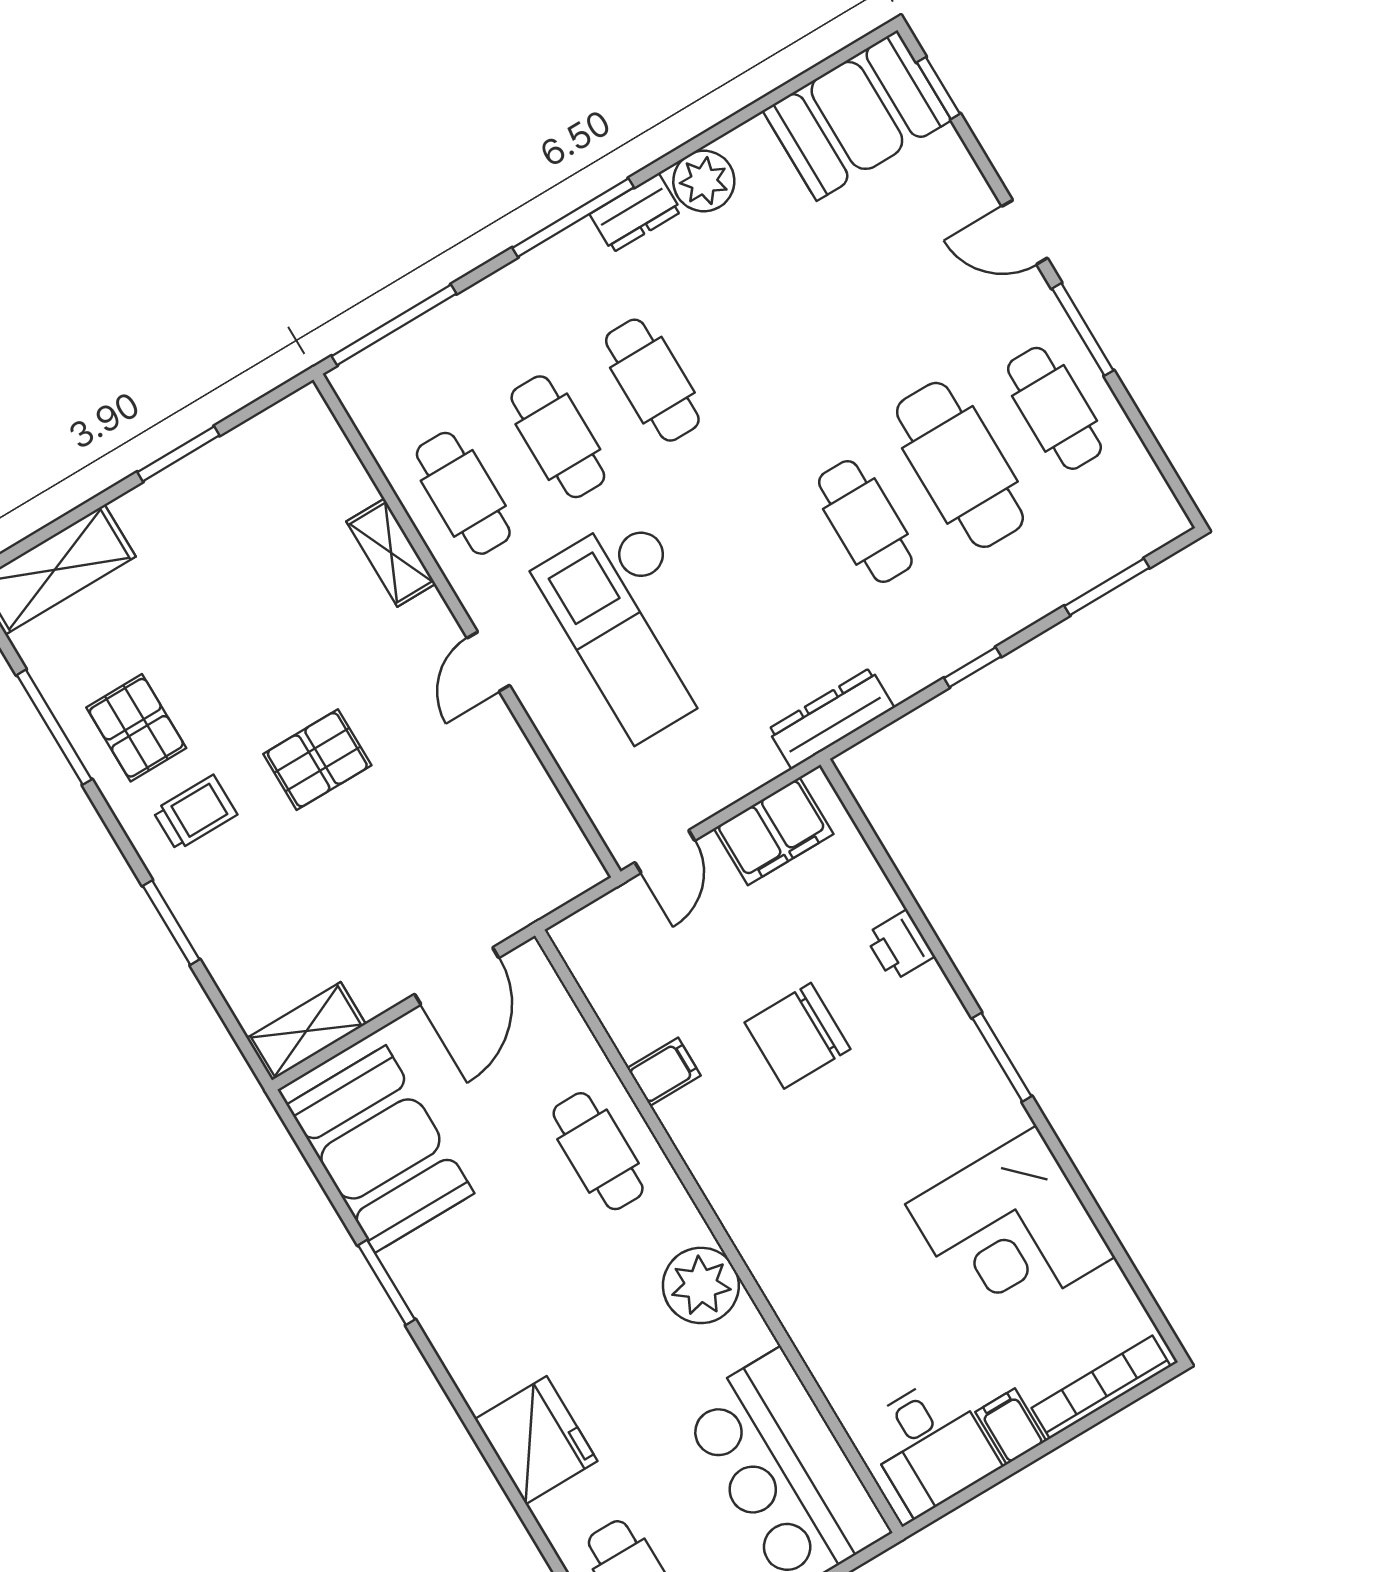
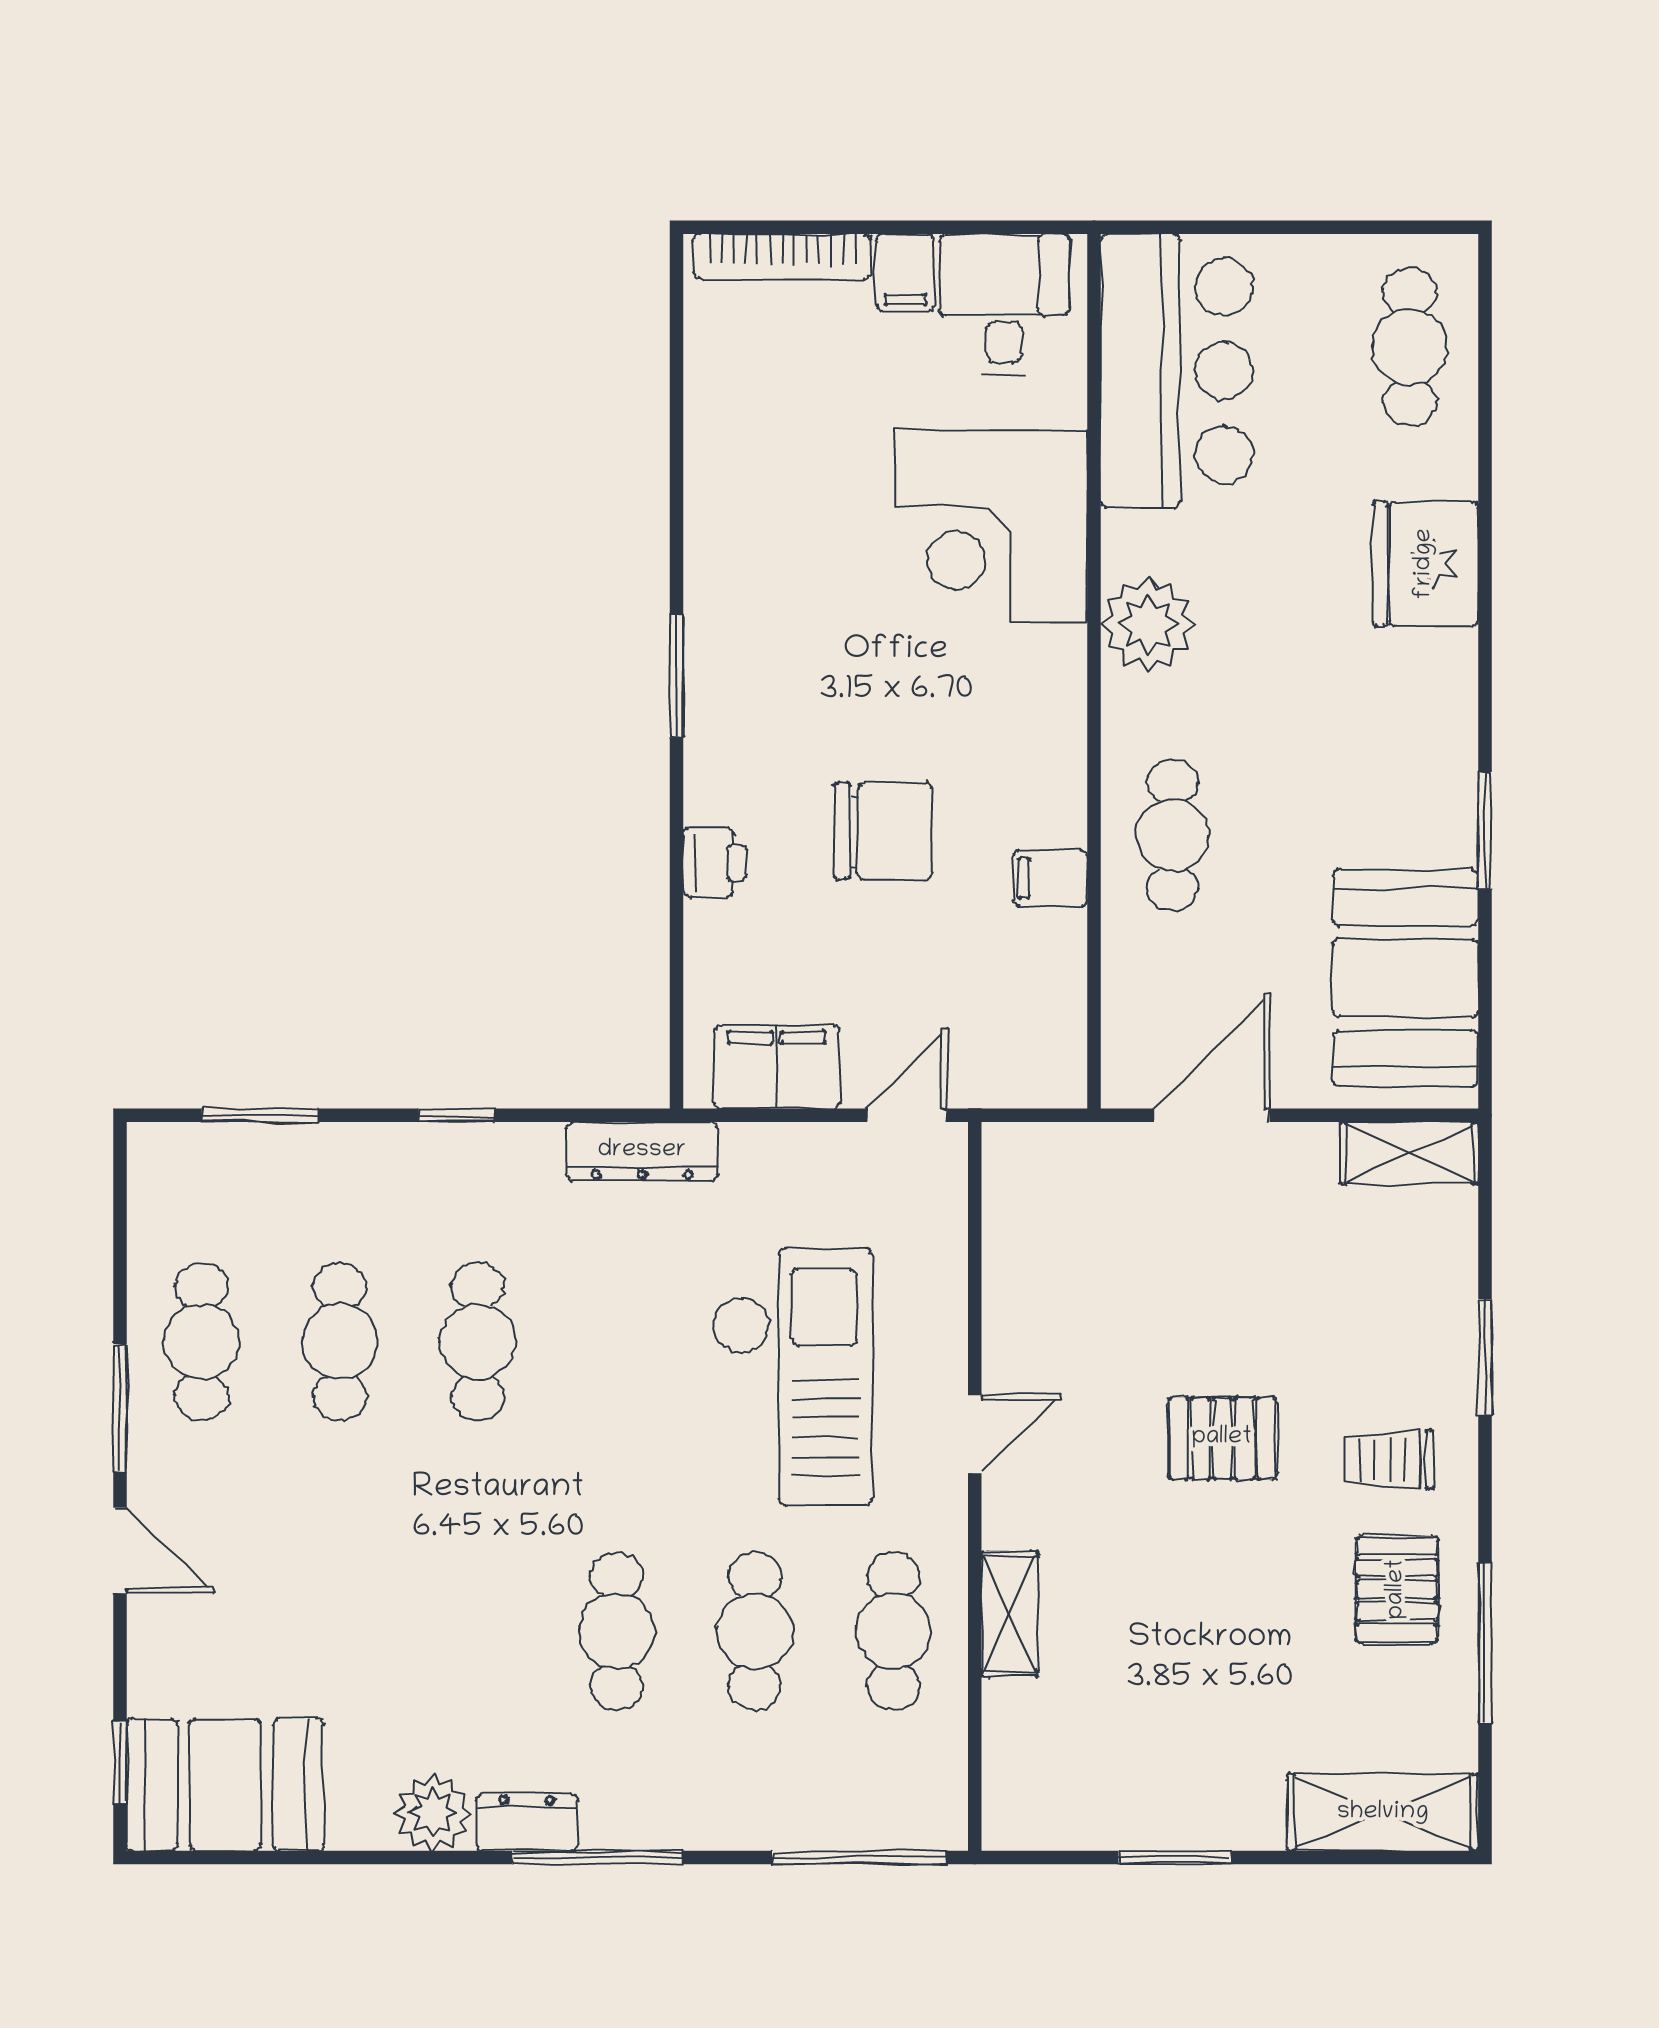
cafe table: (960, 465) -> (340, 1342), width x0.73, depth x0.74
corner desk: (1010, 1230) -> (991, 526), moved, turned 180

